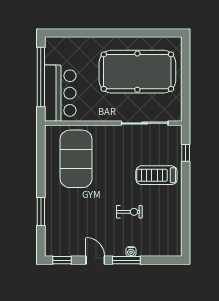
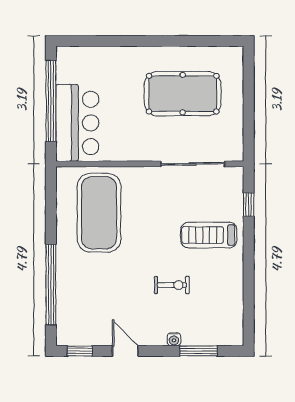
pool table: (137, 72) -> (183, 94), width x0.73, depth x0.76
window: (41, 211) -> (51, 285), width x2.11
window: (126, 260) -> (198, 351), moved

